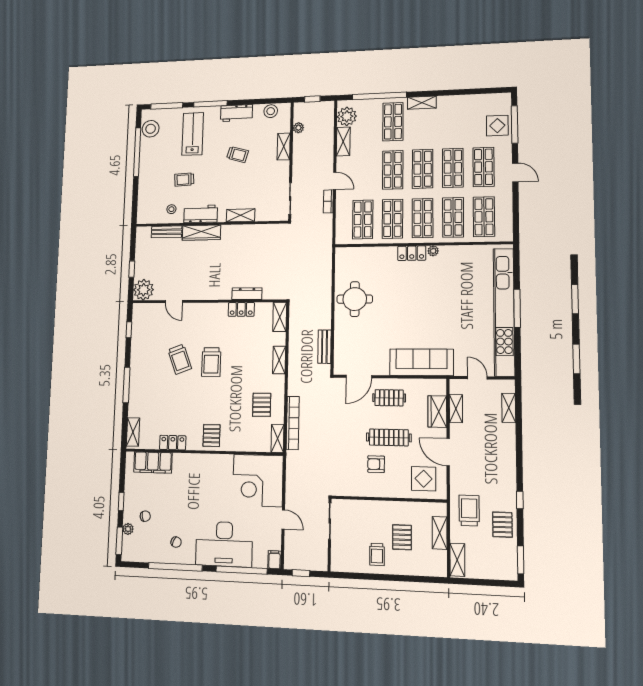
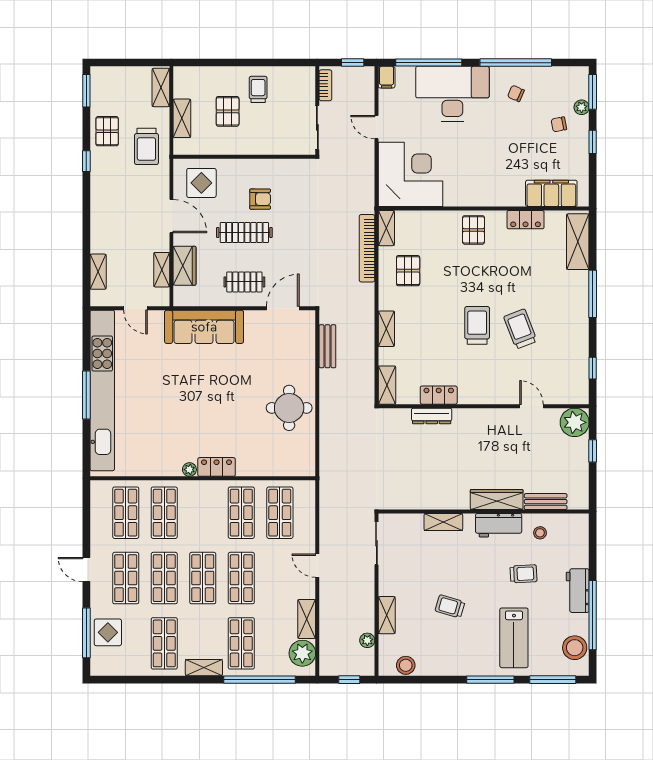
workbench: (236, 113) -> (578, 591), moved, turned -90
bookcase: (328, 201) -> (325, 85), moved
shop shelf: (423, 218) -> (164, 643), moved
shelving: (133, 432) -> (578, 242), width x1.50, depth x1.33

